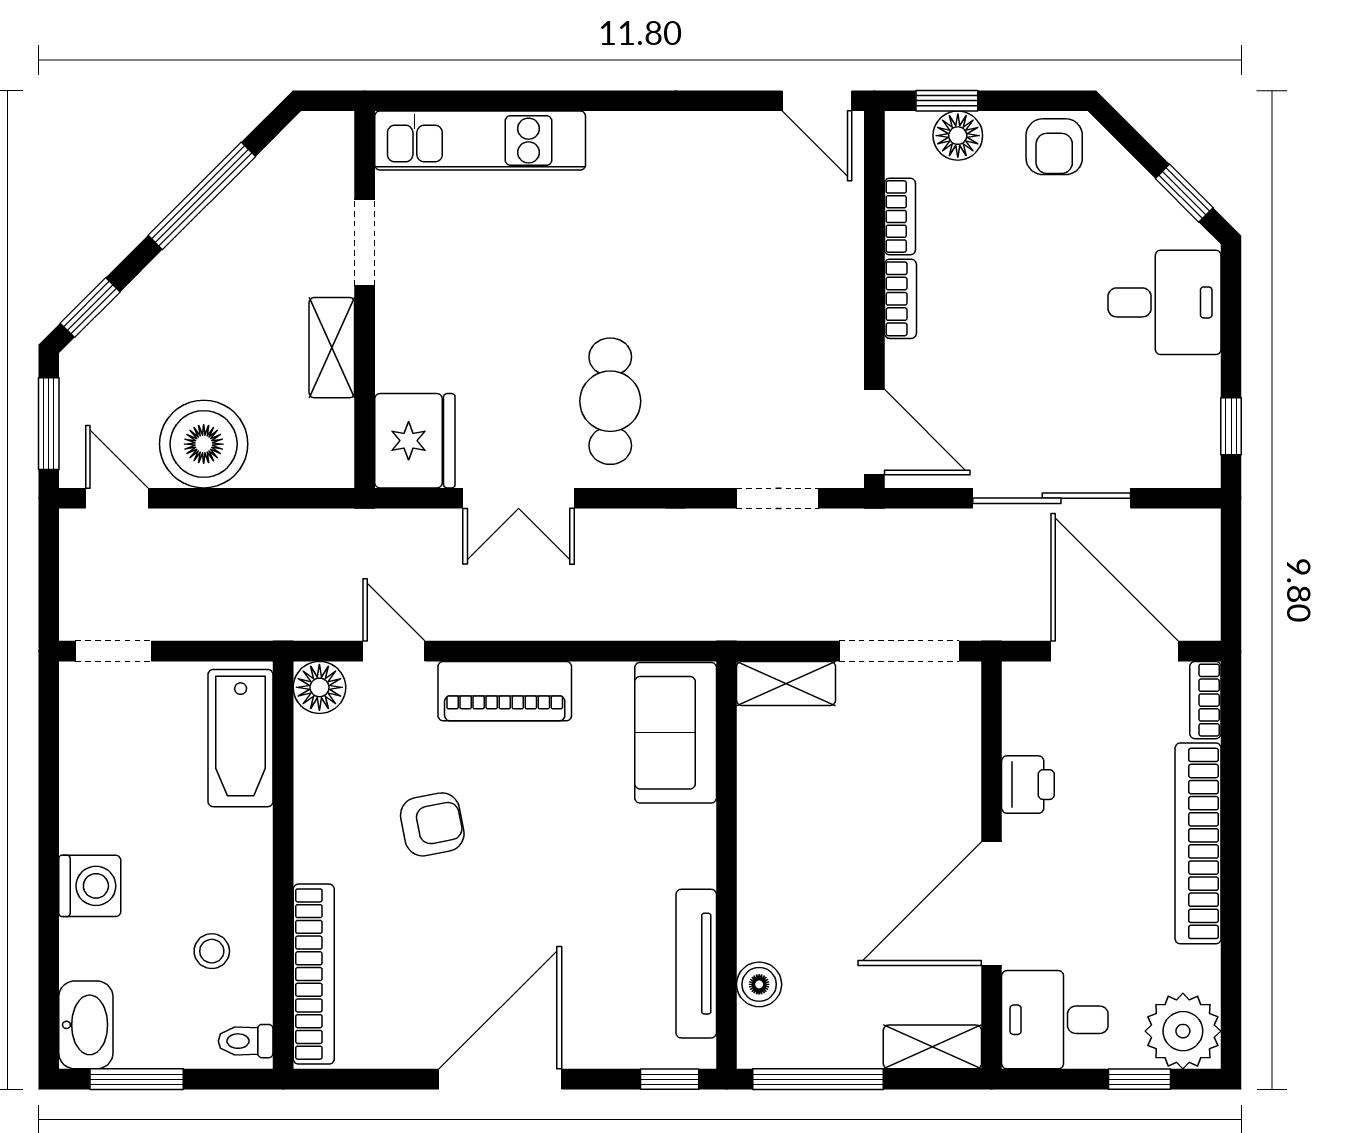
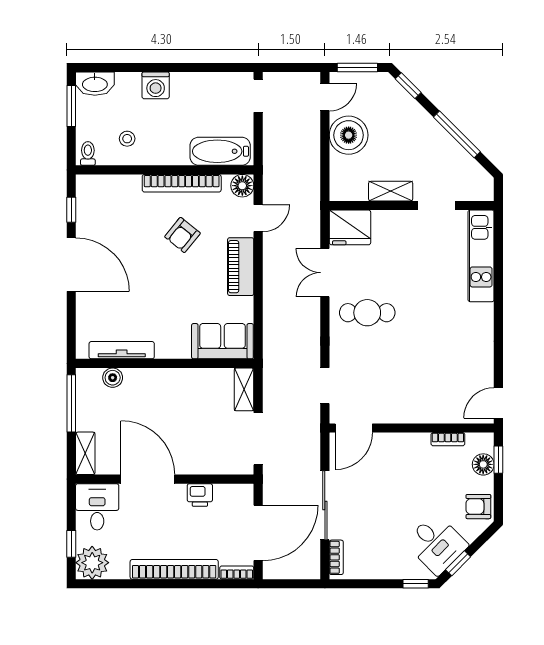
bookcase: (900, 299) -> (336, 557), moved, turned -90
desk: (1164, 302) -> (436, 544), moved, turned -45
window: (1231, 426) -> (416, 584), moved
armchair: (432, 824) -> (182, 235), turned 50
bookcase: (314, 974) -> (182, 183), moved
window: (670, 1079) -> (71, 210), moved

